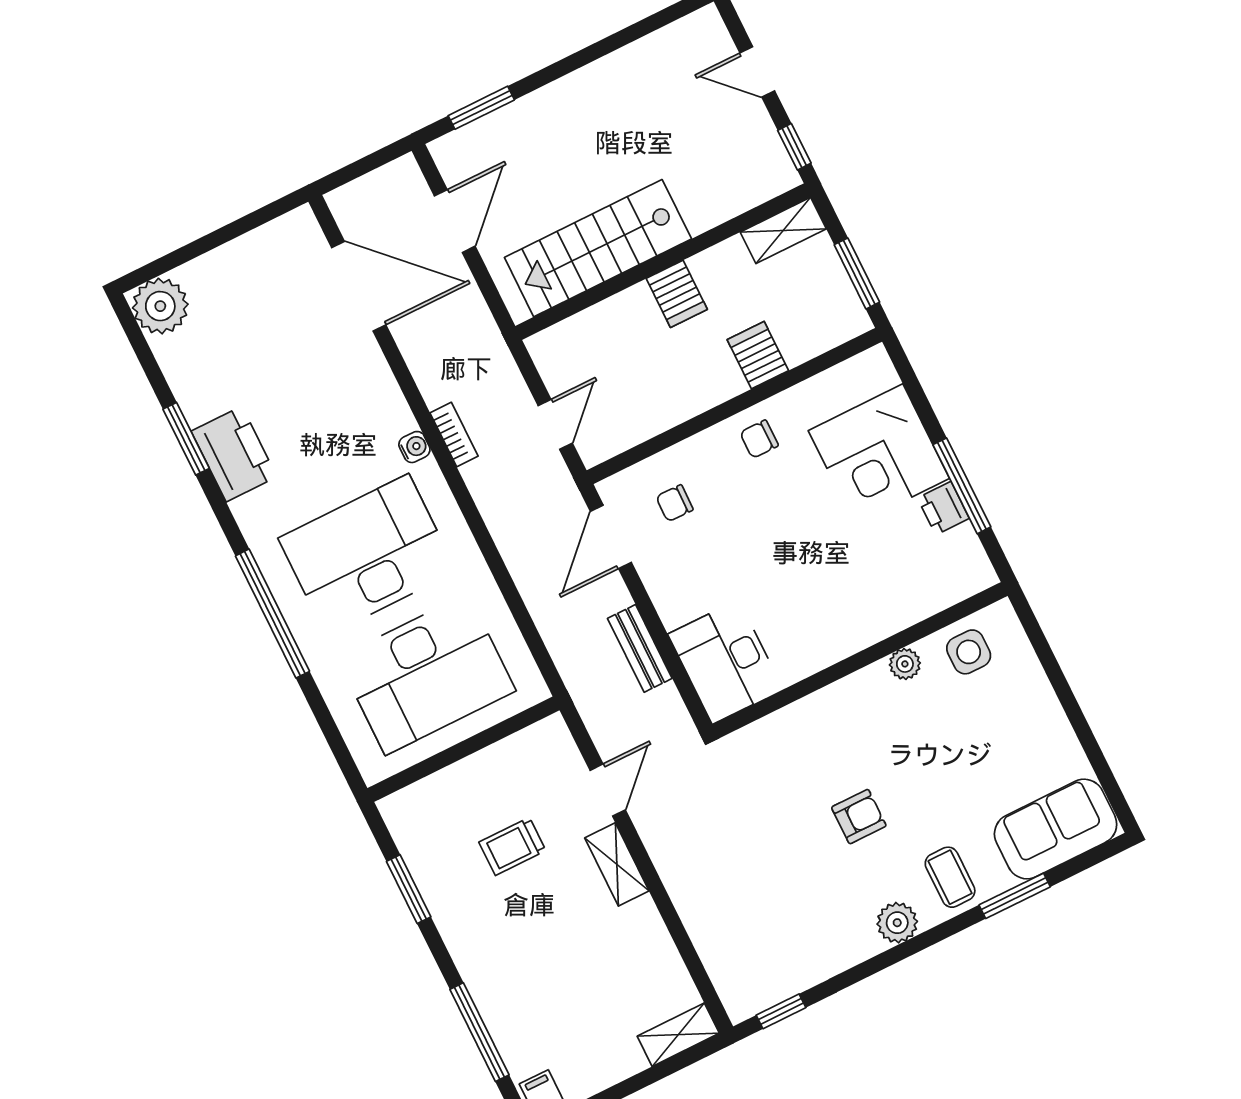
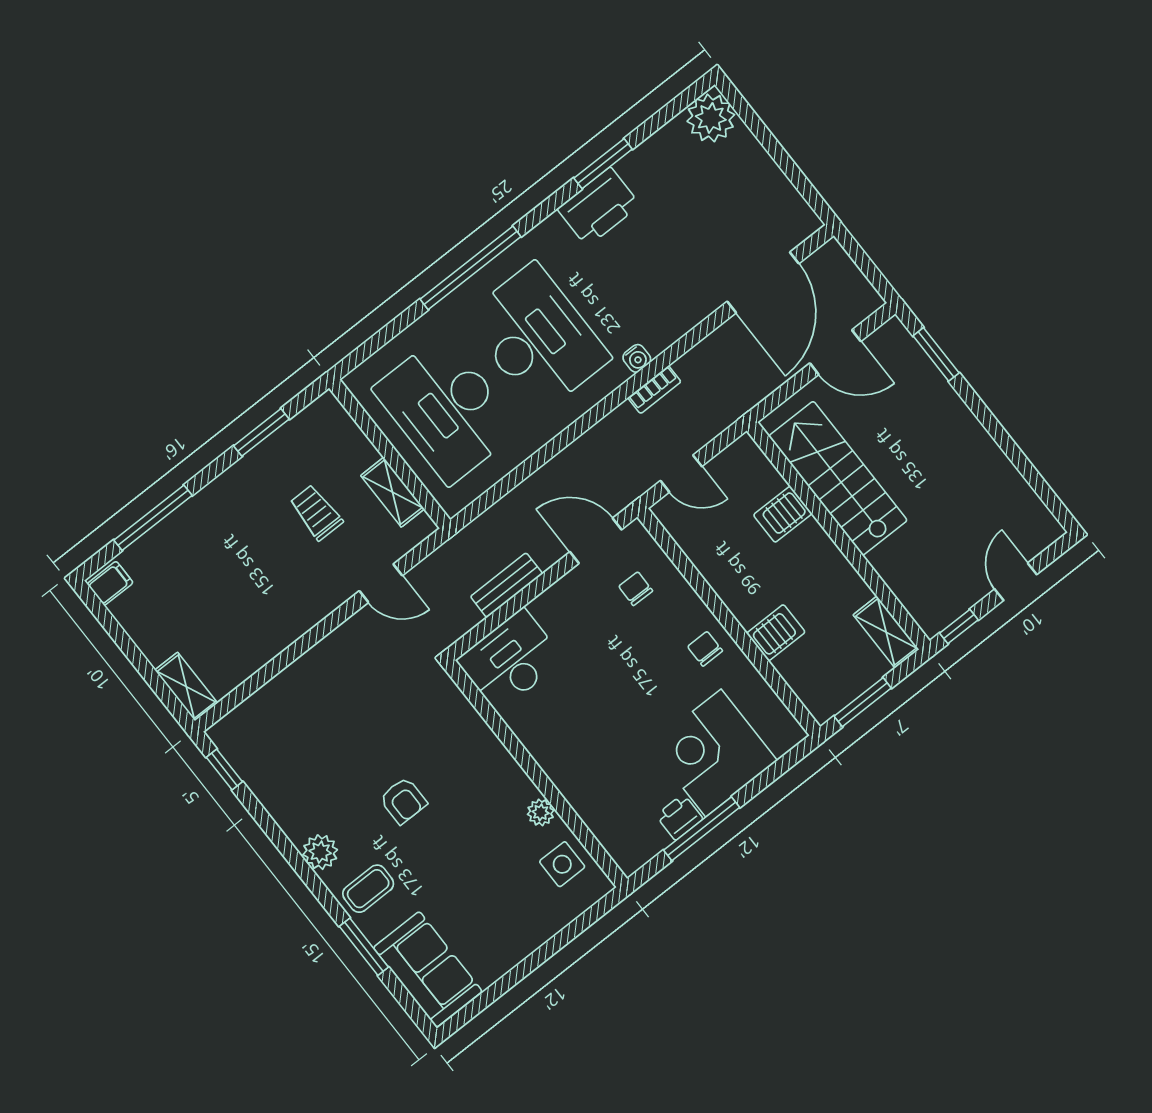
server rack: (677, 294) -> (783, 514), moved
shelving: (617, 864) -> (393, 492), moved, turned 90

